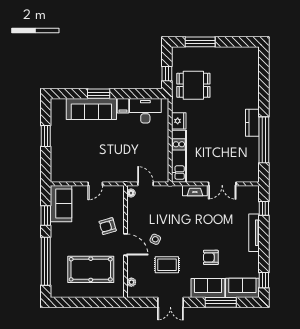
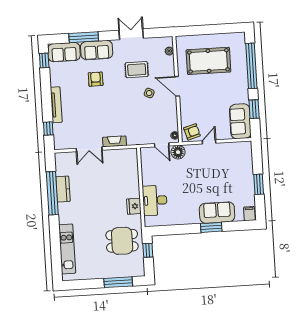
filing cabinet: (123, 106) -> (249, 214), moved
sofa: (91, 109) -> (217, 213), width x0.73
desk: (145, 111) -> (155, 200), moved, turned 90
kitchen counter: (252, 123) -> (63, 189), moved
kitchen unit: (179, 156) -> (67, 249), moved, turned 180
floor lamp: (129, 175) -> (178, 152), added
double door: (222, 184) -> (89, 149), swing flipped
armchair: (108, 226) -> (192, 132), moved
armchair: (211, 257) -> (96, 79), turned -90

